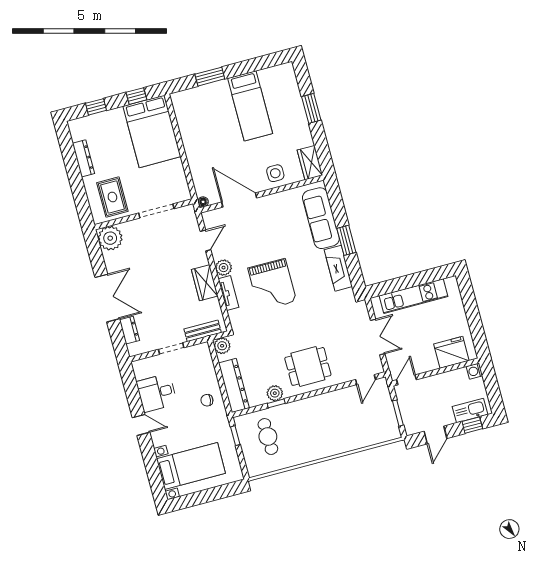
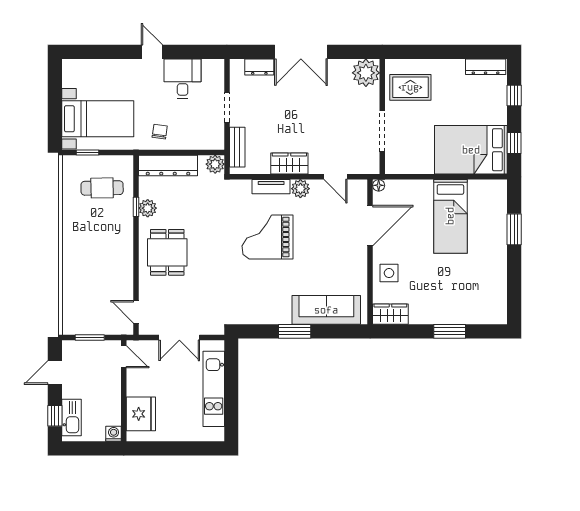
bed: (250, 106) -> (450, 216), moved, turned -90
dresser: (84, 158) -> (486, 67), moved
fireplace: (338, 268) -> (266, 314), removed
door: (141, 425) -> (152, 52), swing flipped
door: (436, 435) -> (55, 372), hinge flipped
window: (235, 436) -> (87, 152), moved
bed with nightstands: (191, 466) -> (98, 119), moved, turned -90

